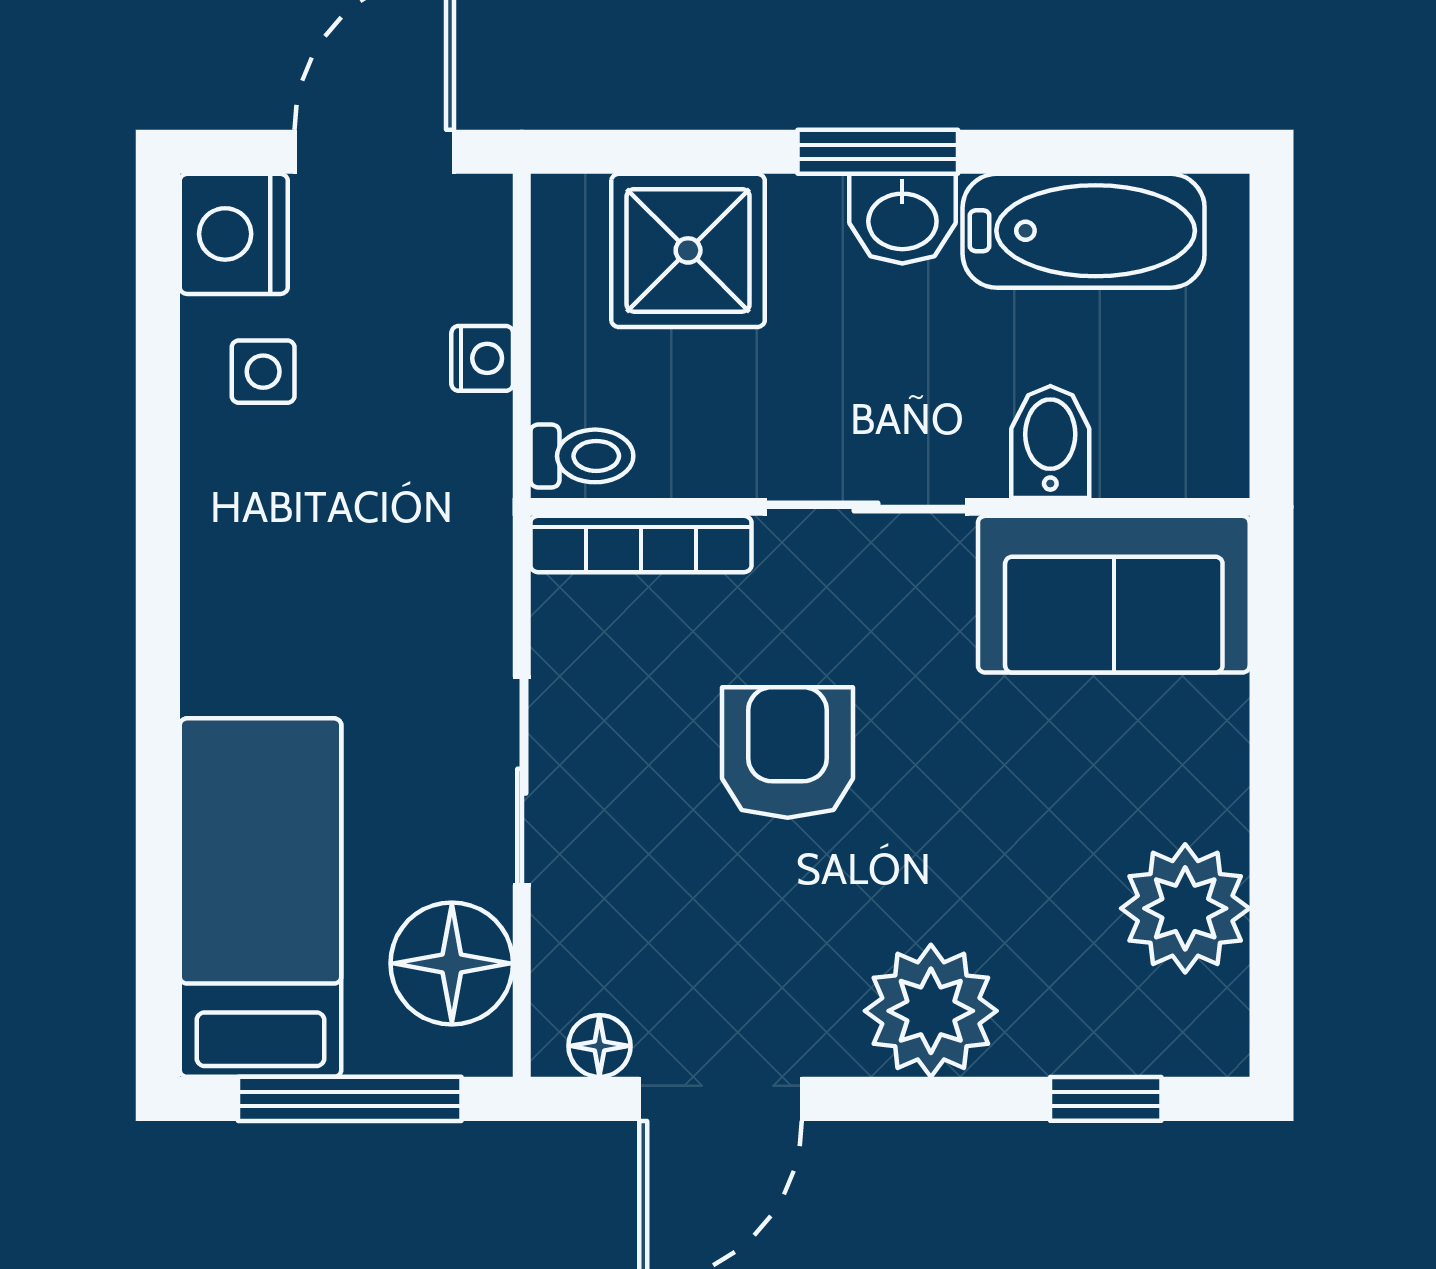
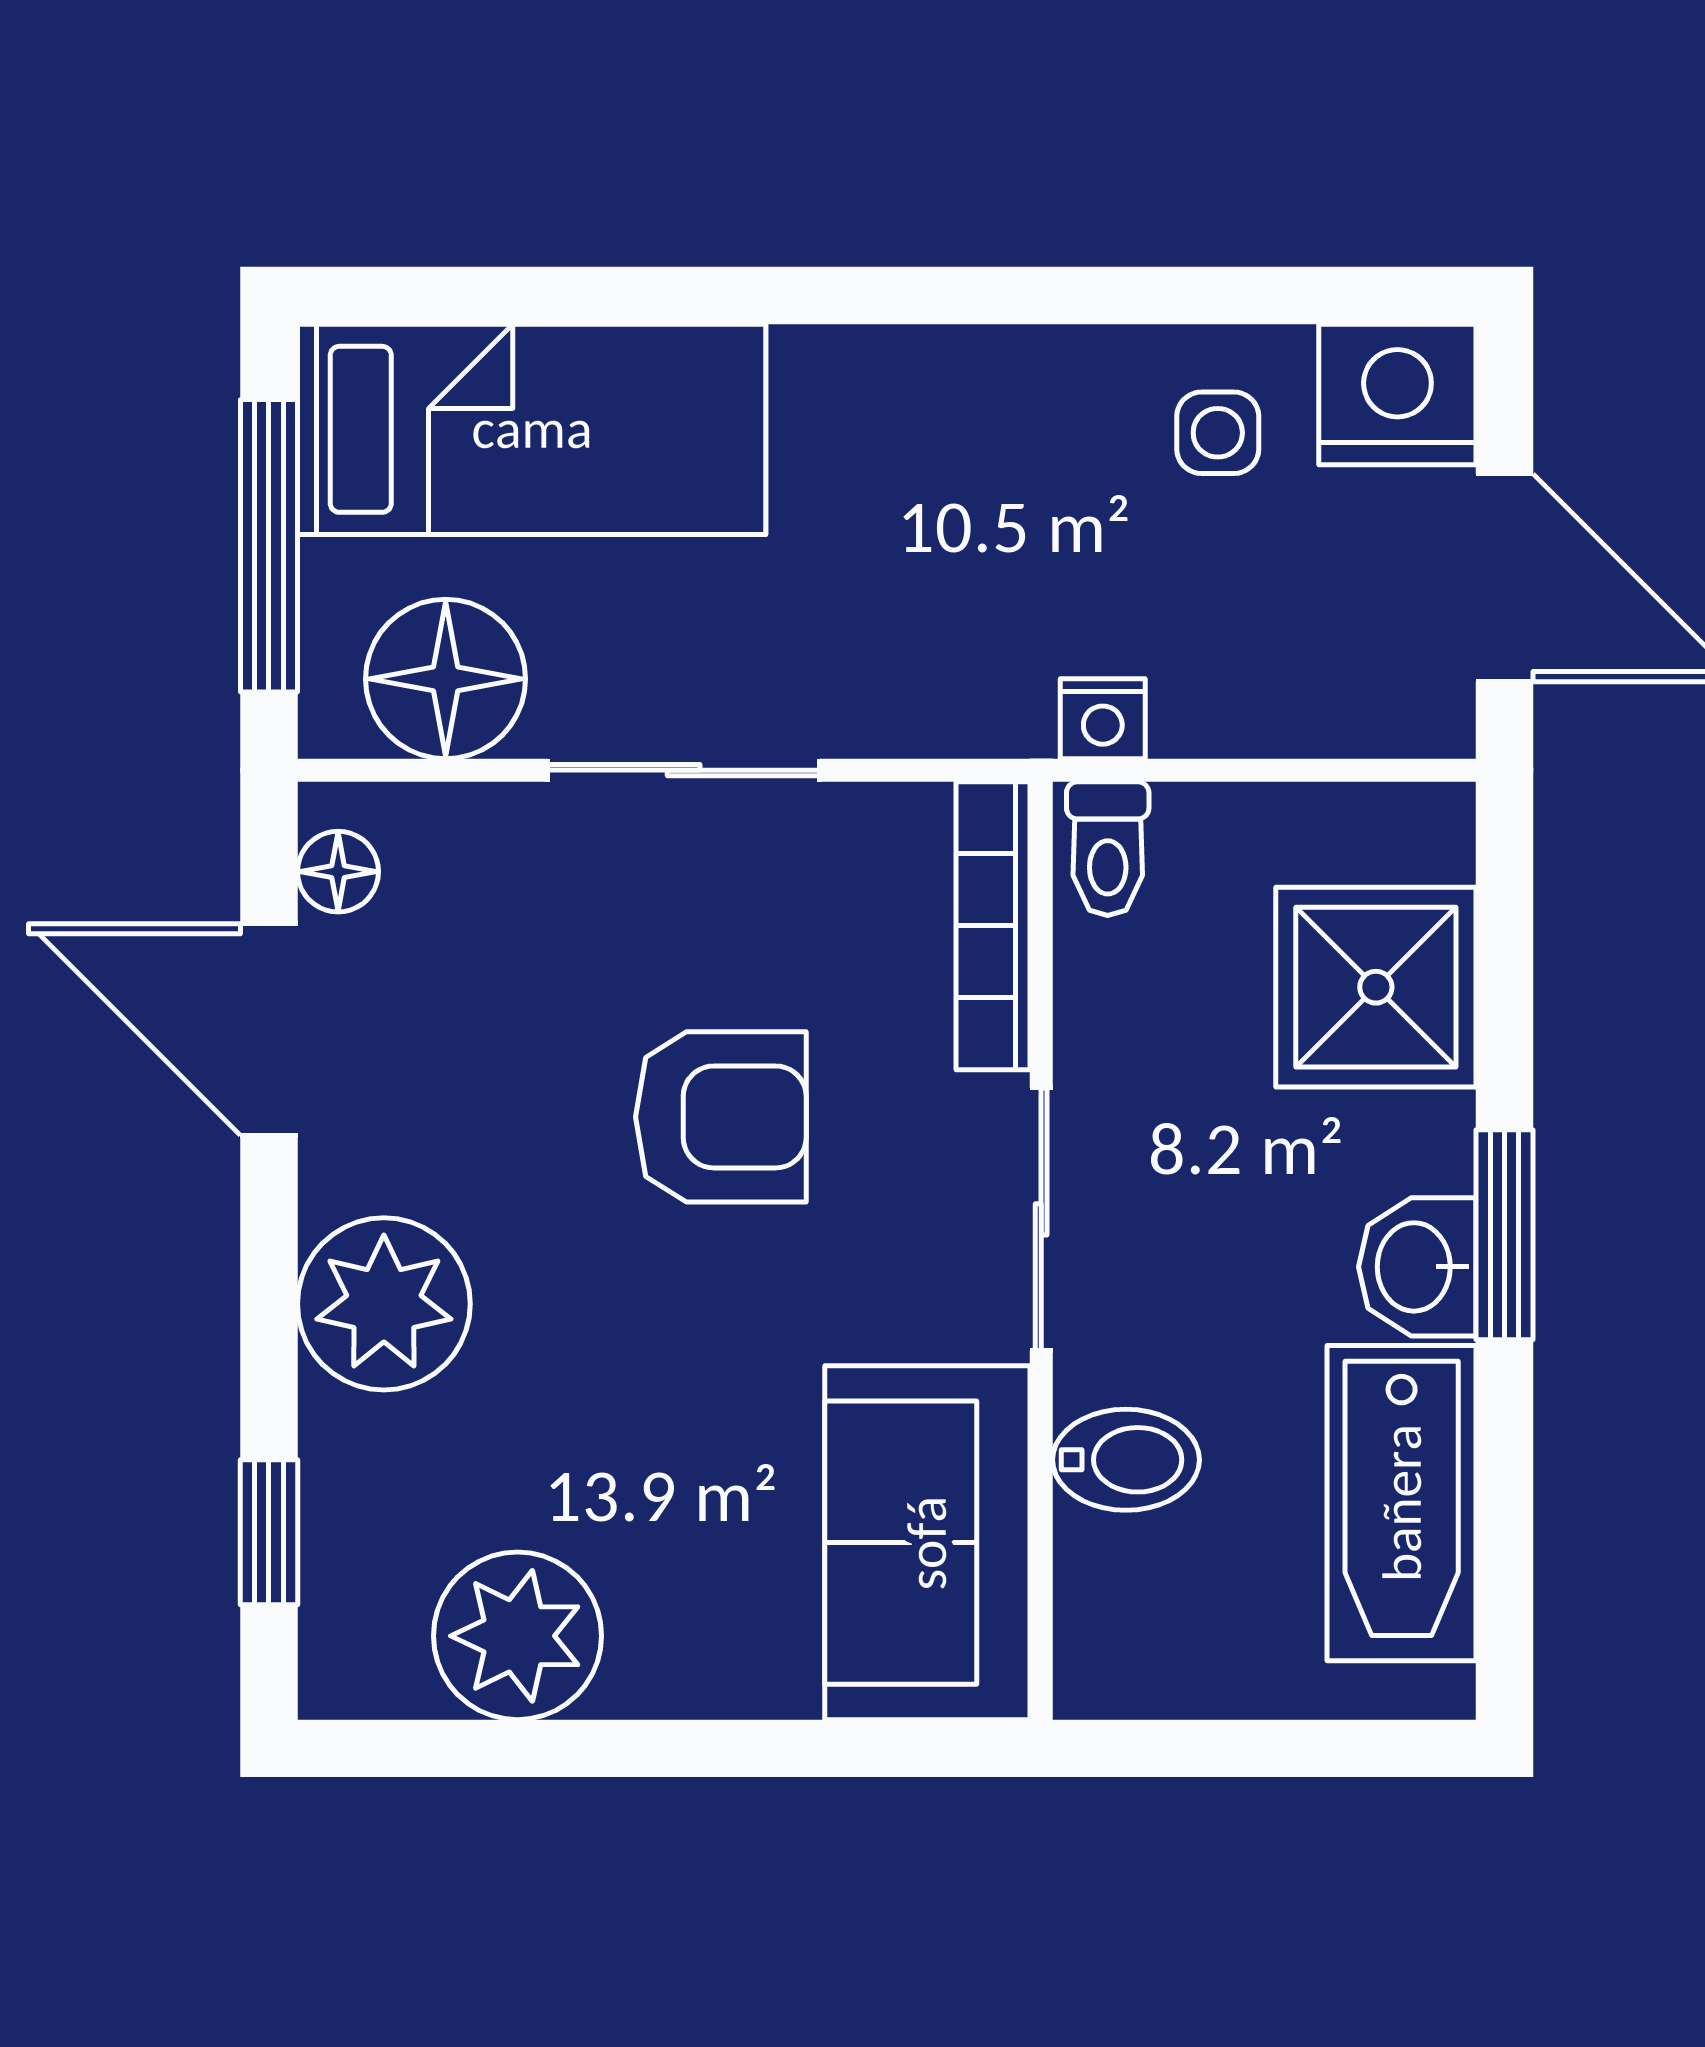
nightstand: (482, 358) -> (1103, 719), moved

